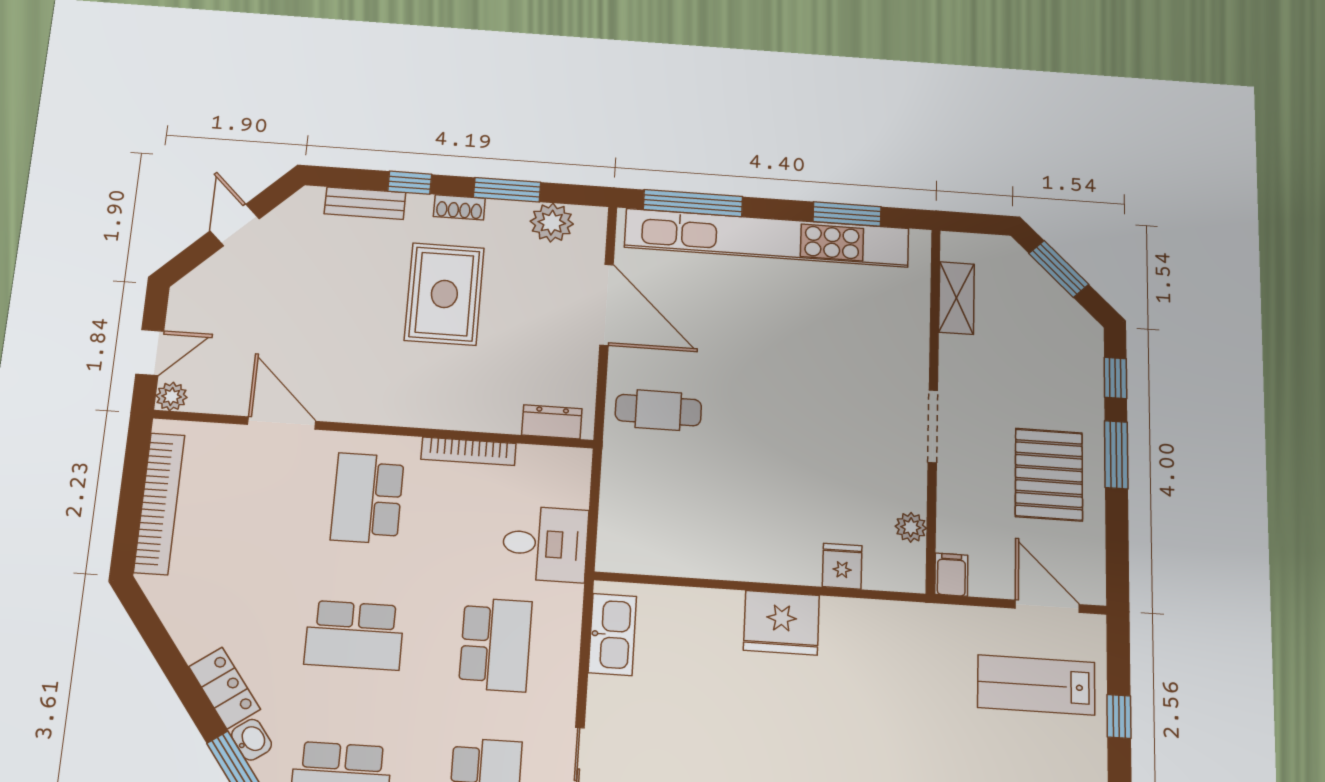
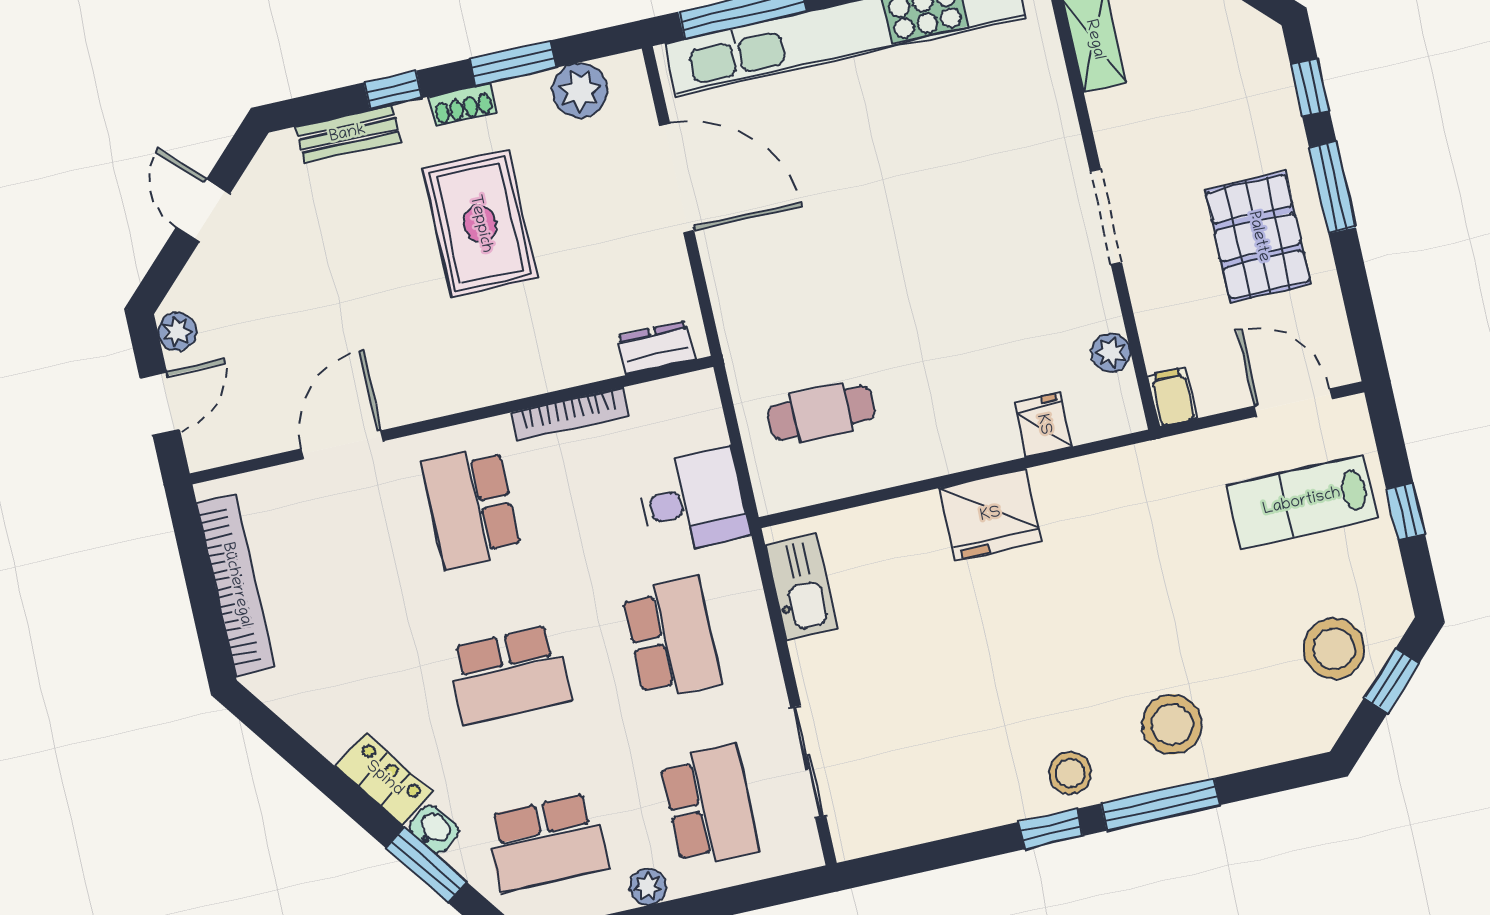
plant: (172, 396) -> (177, 332), moved
cafe table: (658, 410) -> (821, 413), moved
door: (282, 423) -> (342, 445), hinge flipped

